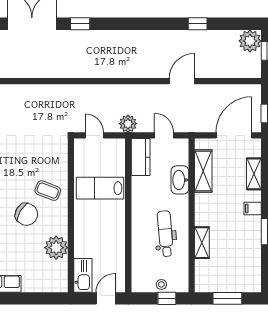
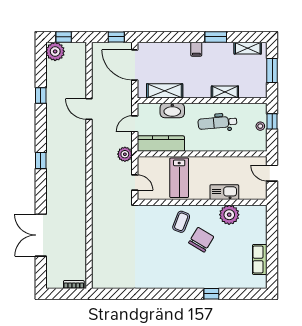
window: (80, 24) -> (41, 160), moved
door: (94, 135) -> (135, 183), swing flipped
kitchen counter: (141, 157) -> (161, 144), width x1.50
shelving: (254, 174) -> (248, 48), moved
kitchen sink: (83, 275) -> (224, 192), moved

